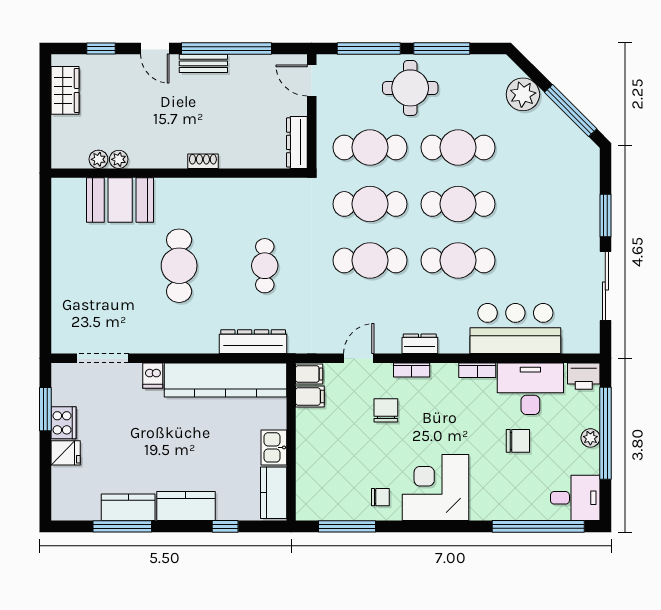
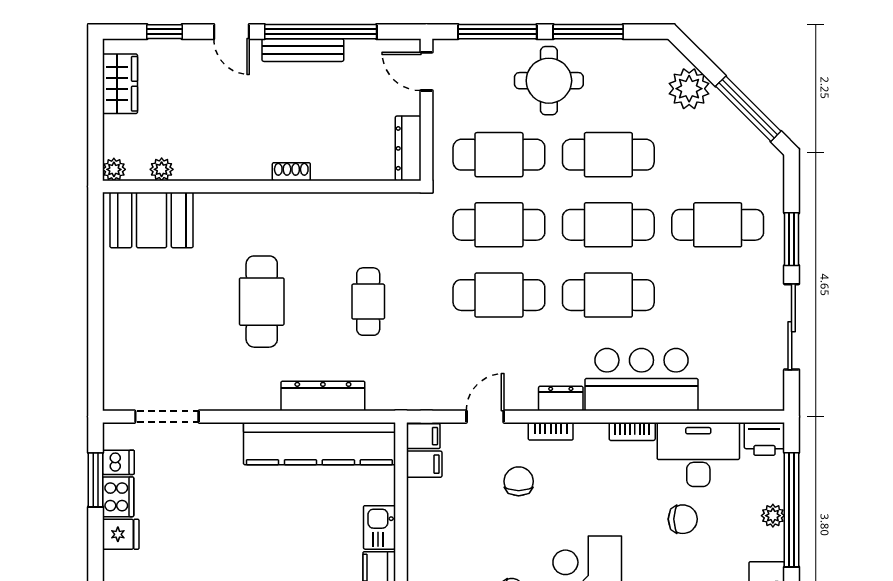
bench: (203, 63) -> (303, 50), width x1.36
plant: (119, 159) -> (114, 169), moved
booth: (120, 200) -> (152, 220), moved
cafe table: (546, 204) -> (718, 225), added
bar counter: (515, 329) -> (641, 380), moved
dresser: (253, 342) -> (323, 396), moved
dishwasher: (153, 376) -> (118, 462), moved, turned -90

